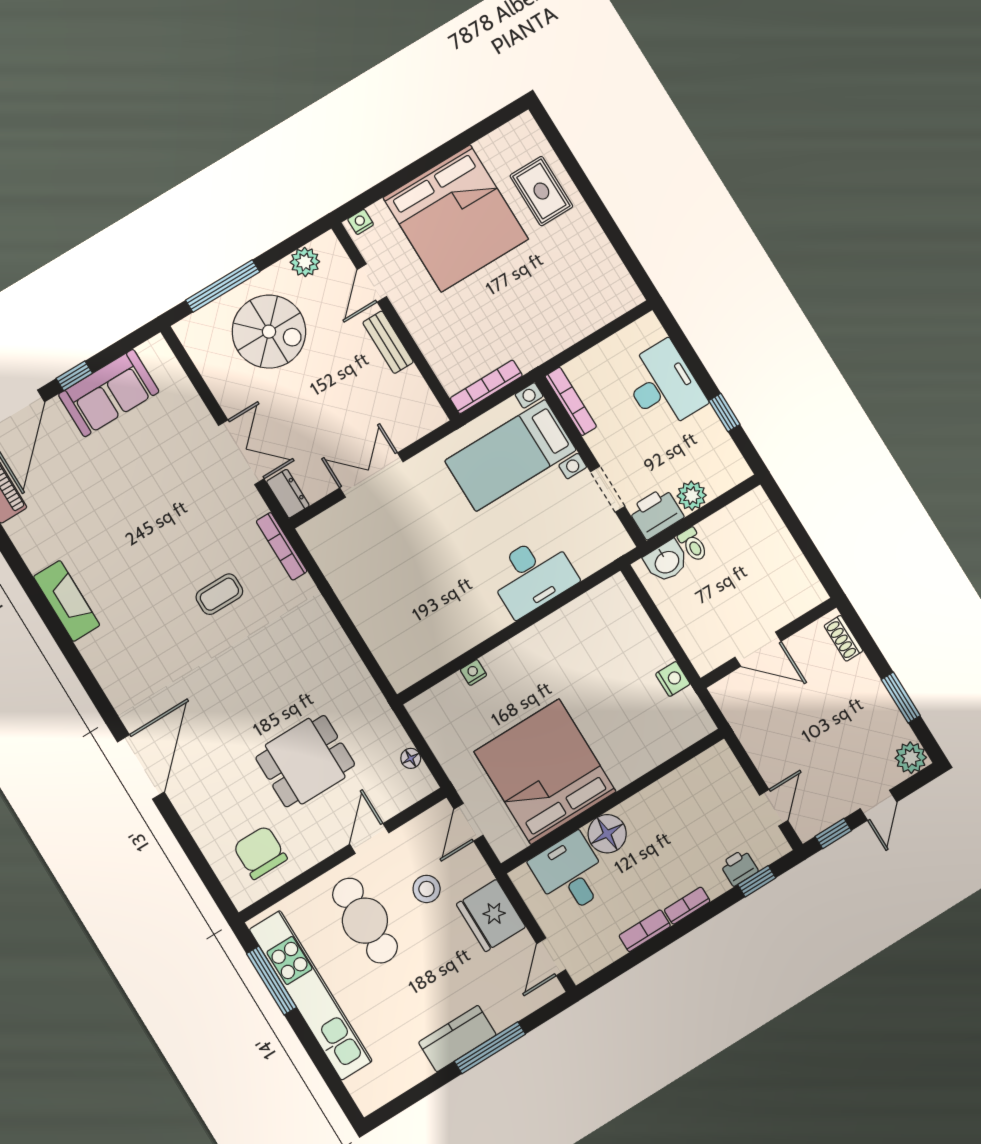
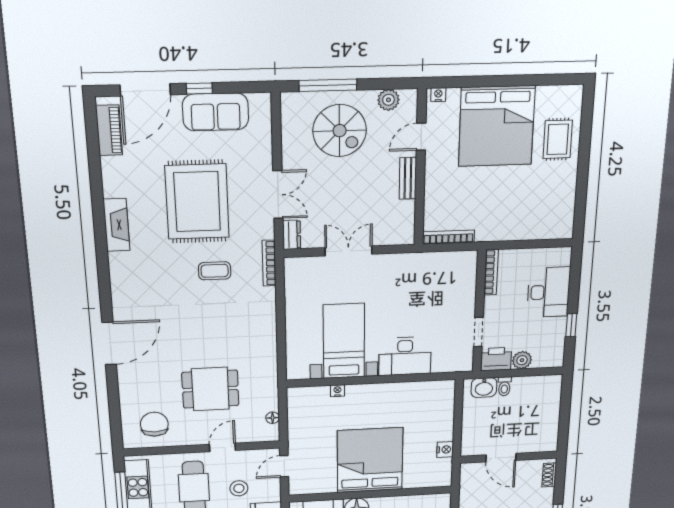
bed with nightstands: (511, 455) -> (344, 341), moved, turned 90
rug: (148, 516) -> (197, 202), added
bed: (545, 772) -> (370, 460), moved

